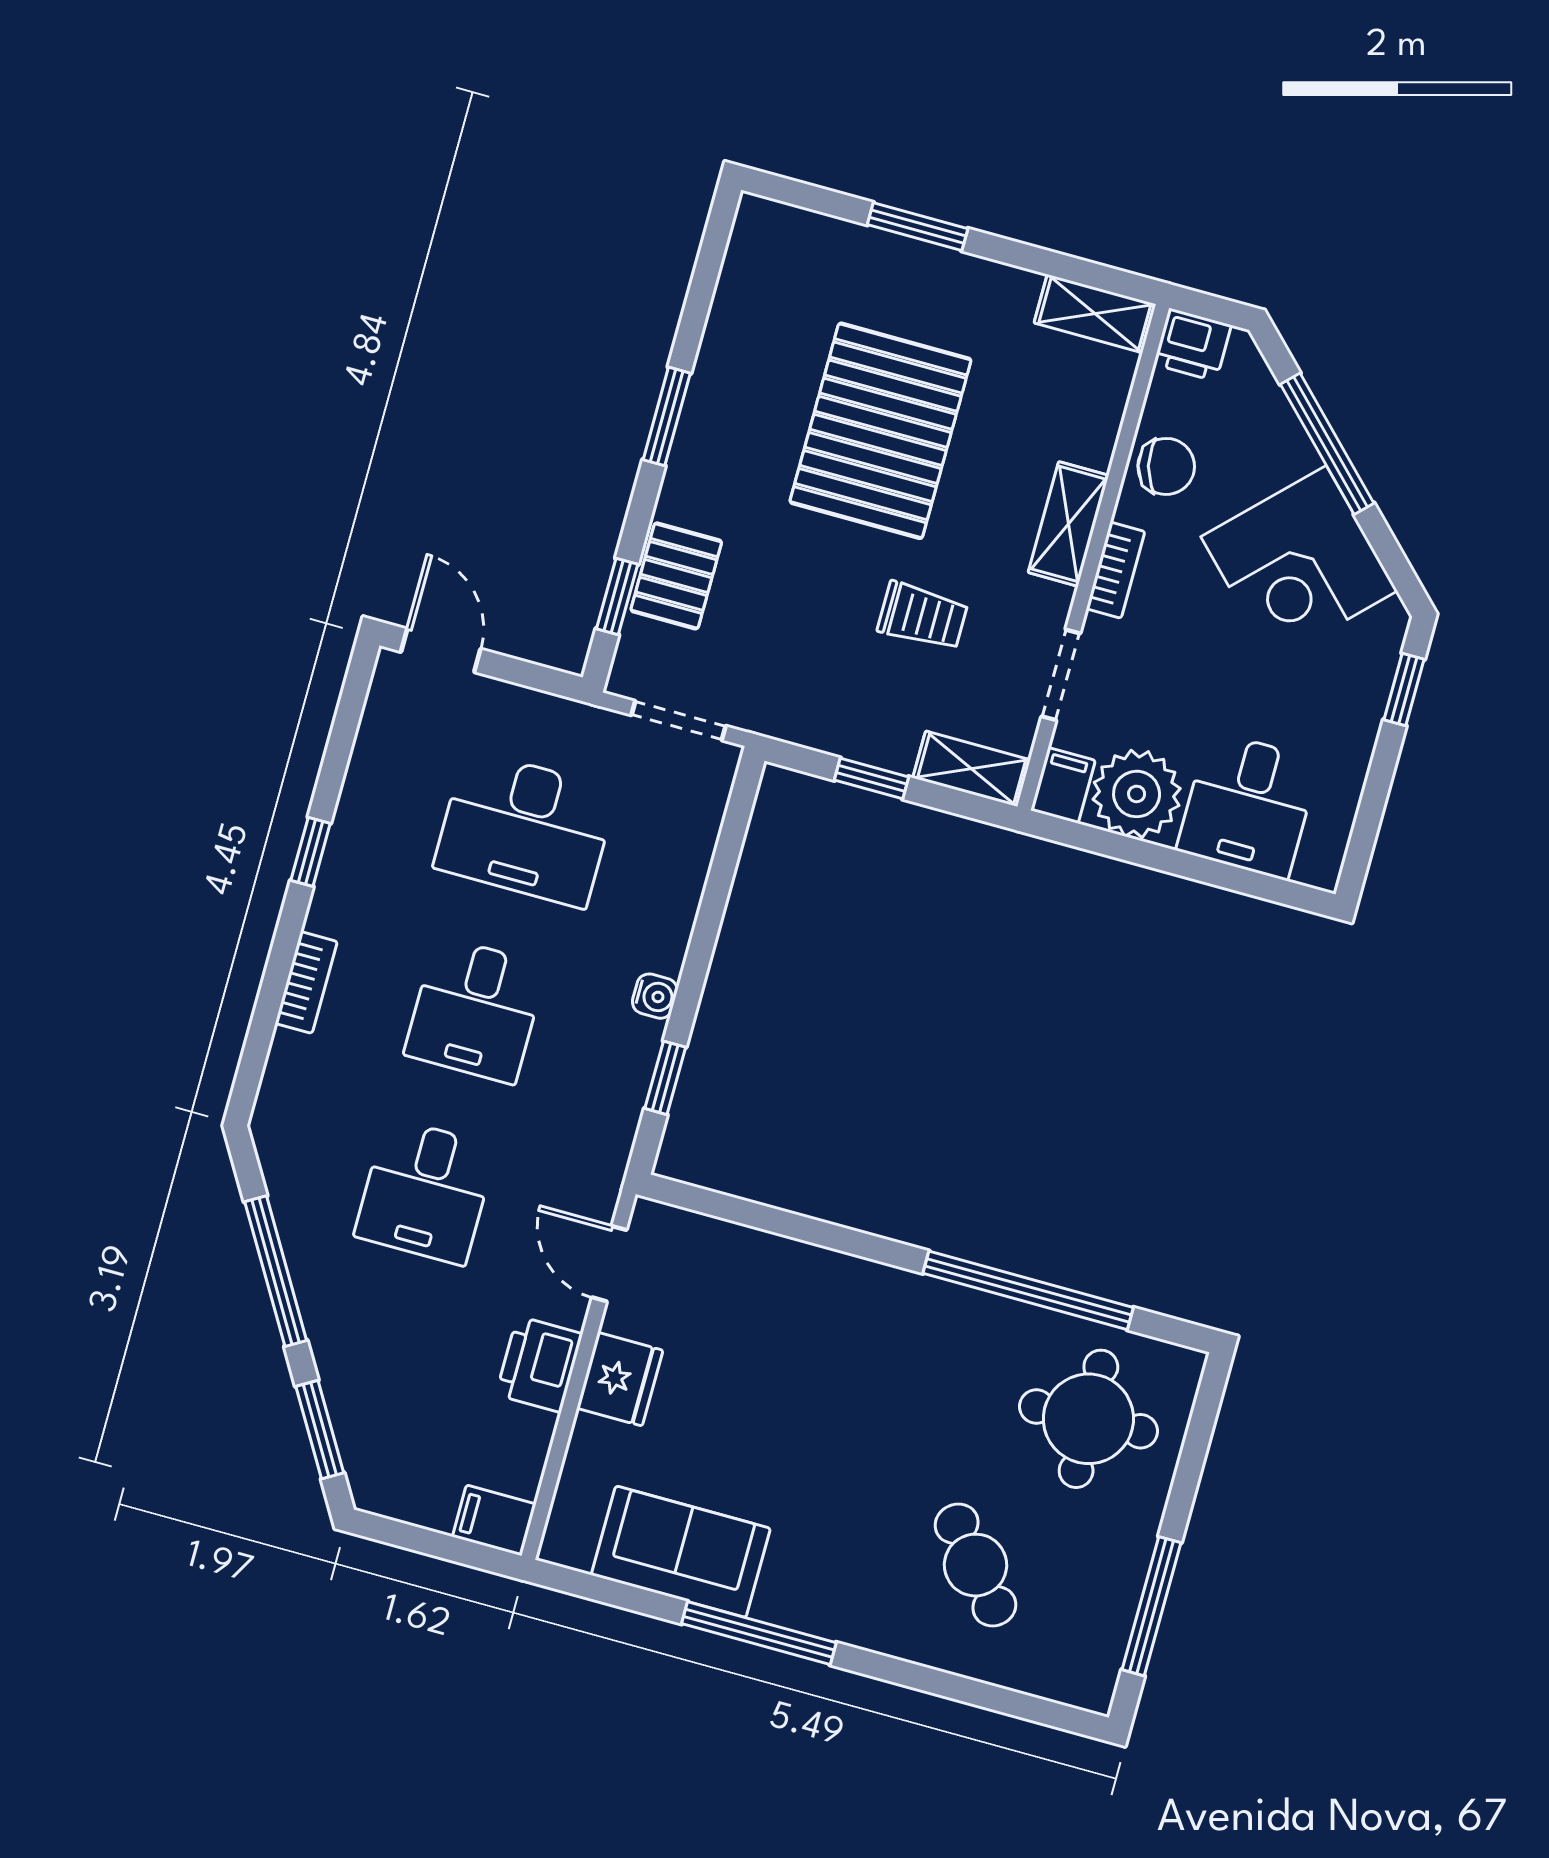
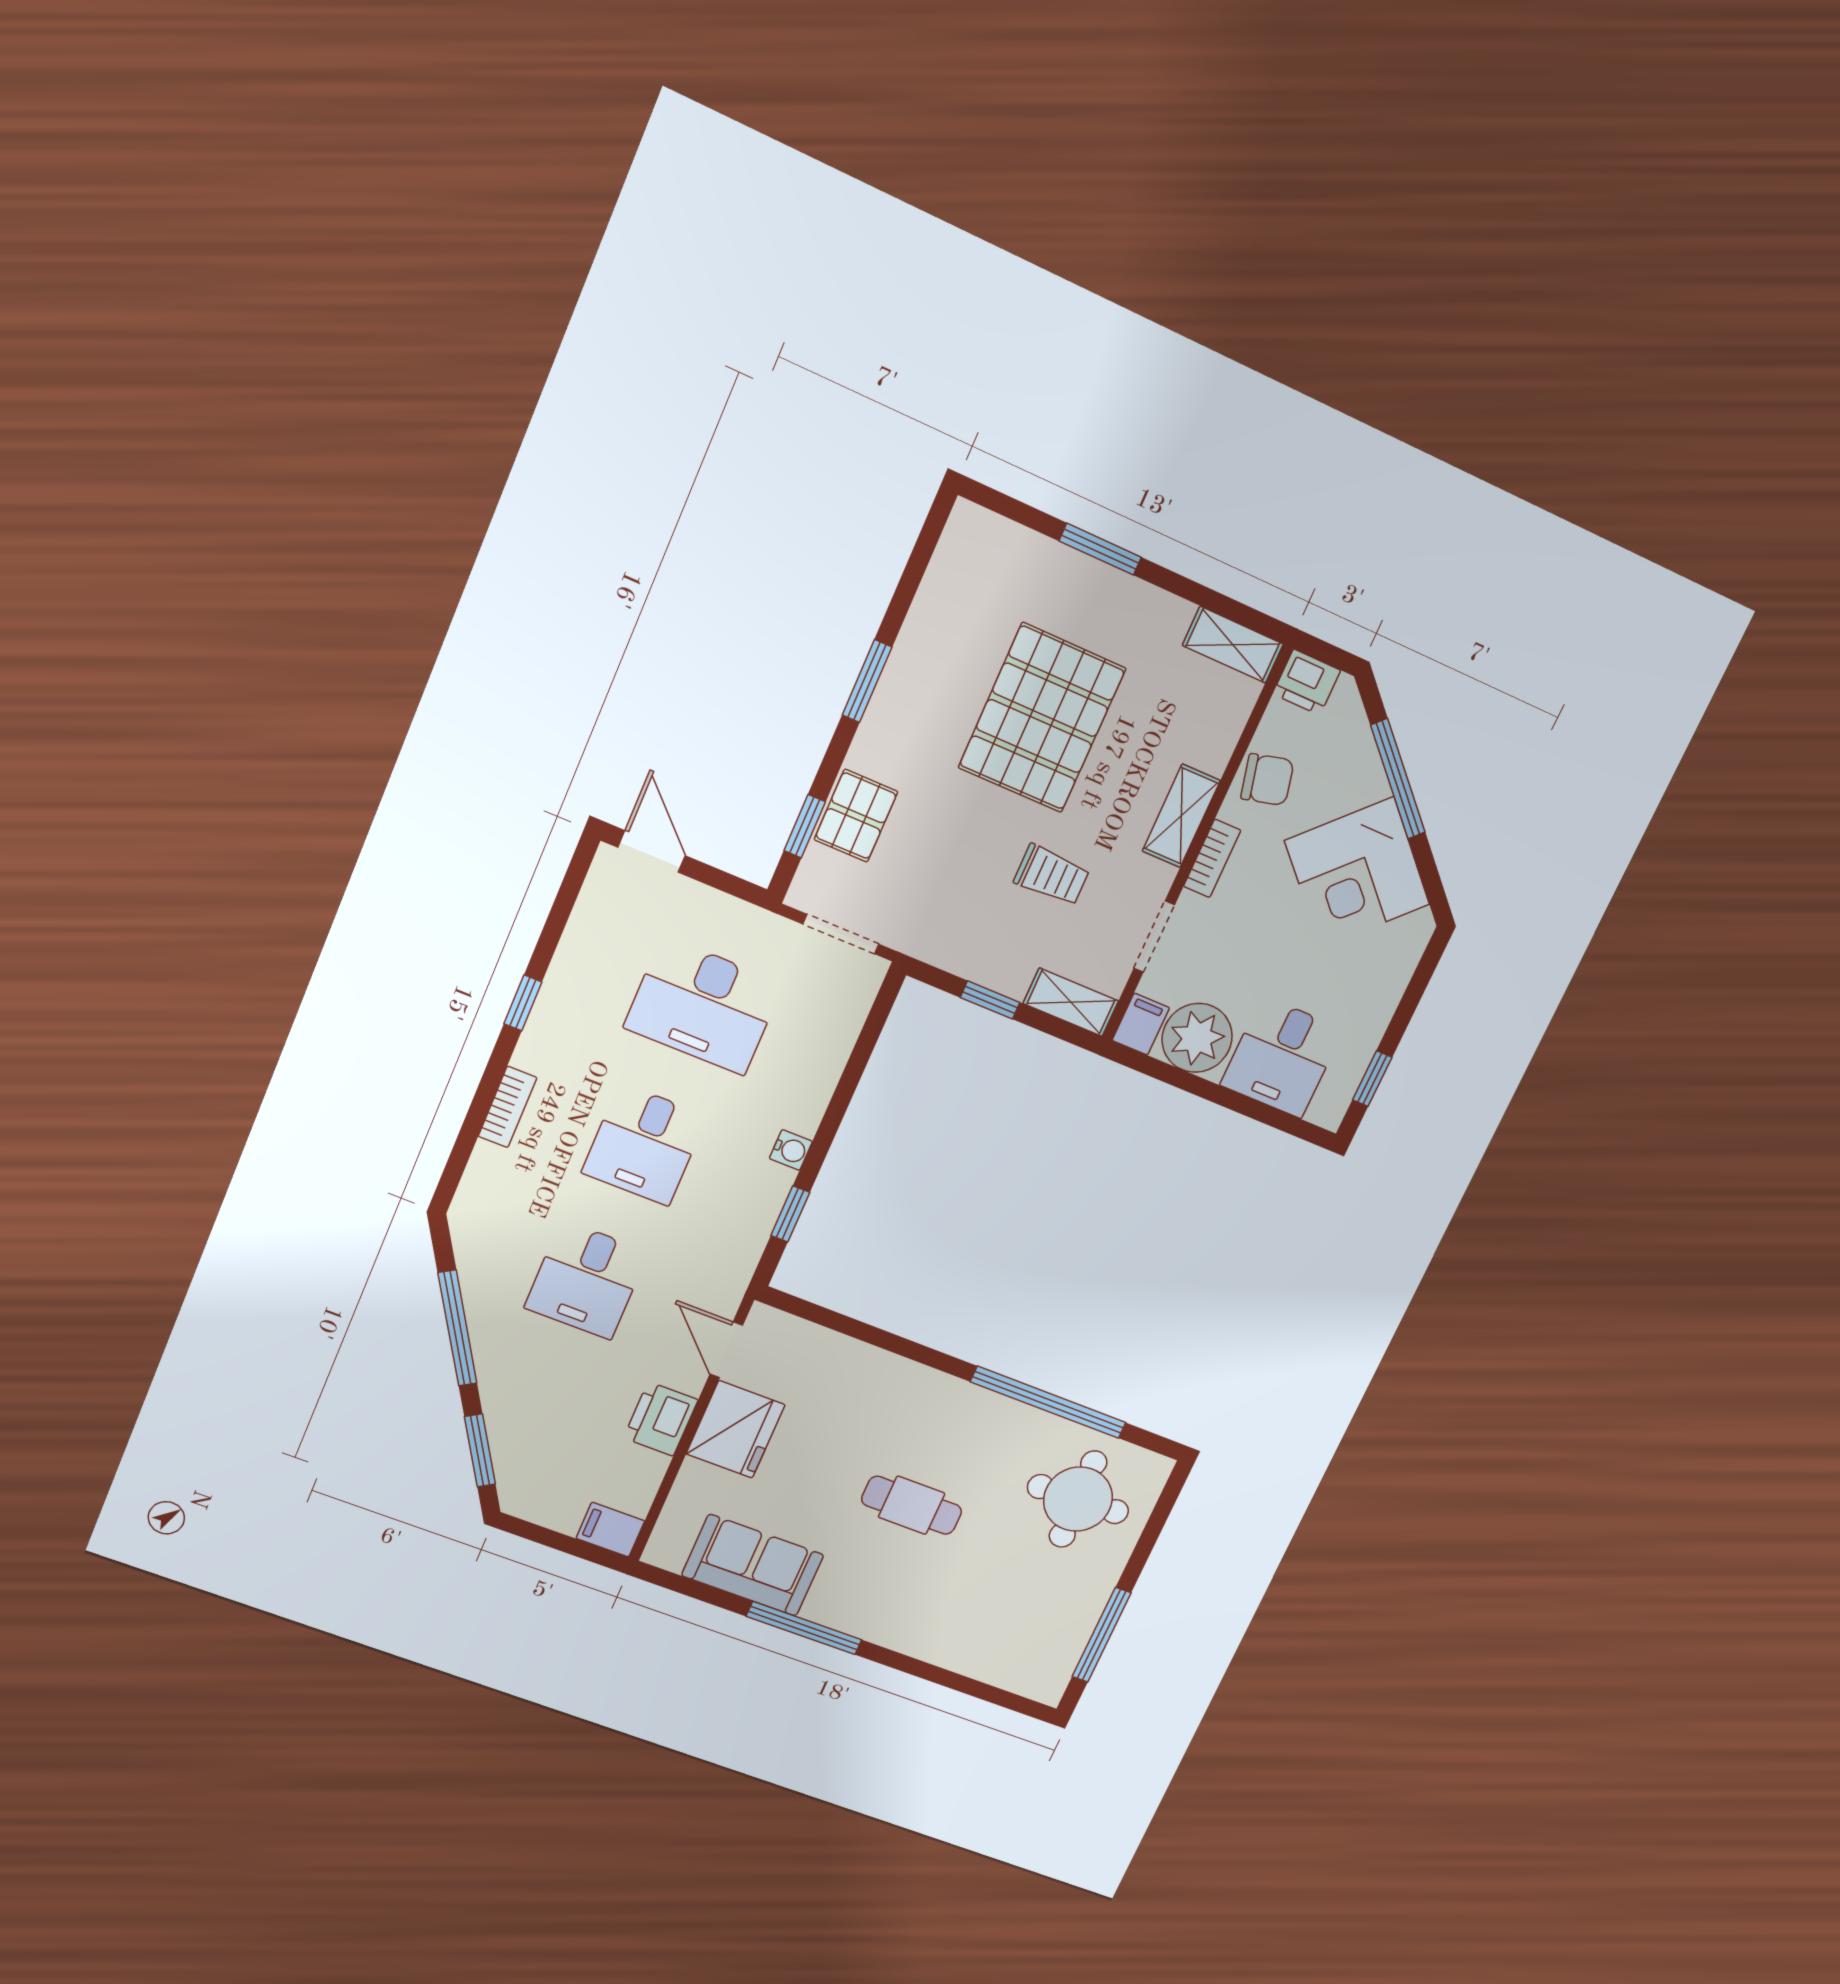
window: (1404, 689) -> (1372, 1079), moved
fridge: (620, 1379) -> (736, 1429), width x1.36, depth x1.34
cafe table: (975, 1565) -> (912, 1505), moved, turned -50

